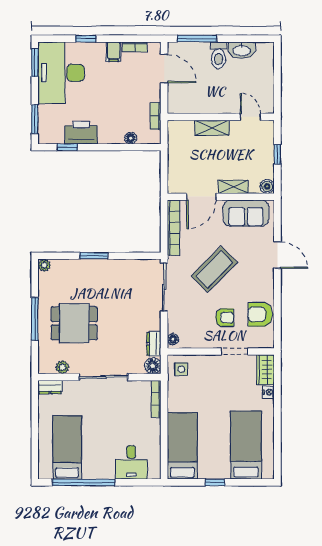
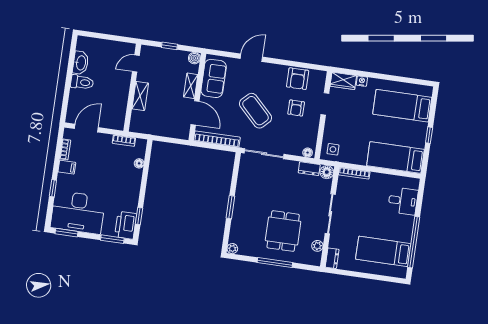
window: (197, 39) -> (66, 98), removed
printer: (81, 133) -> (126, 225), moved
armchair: (225, 318) -> (296, 108), turned 180

